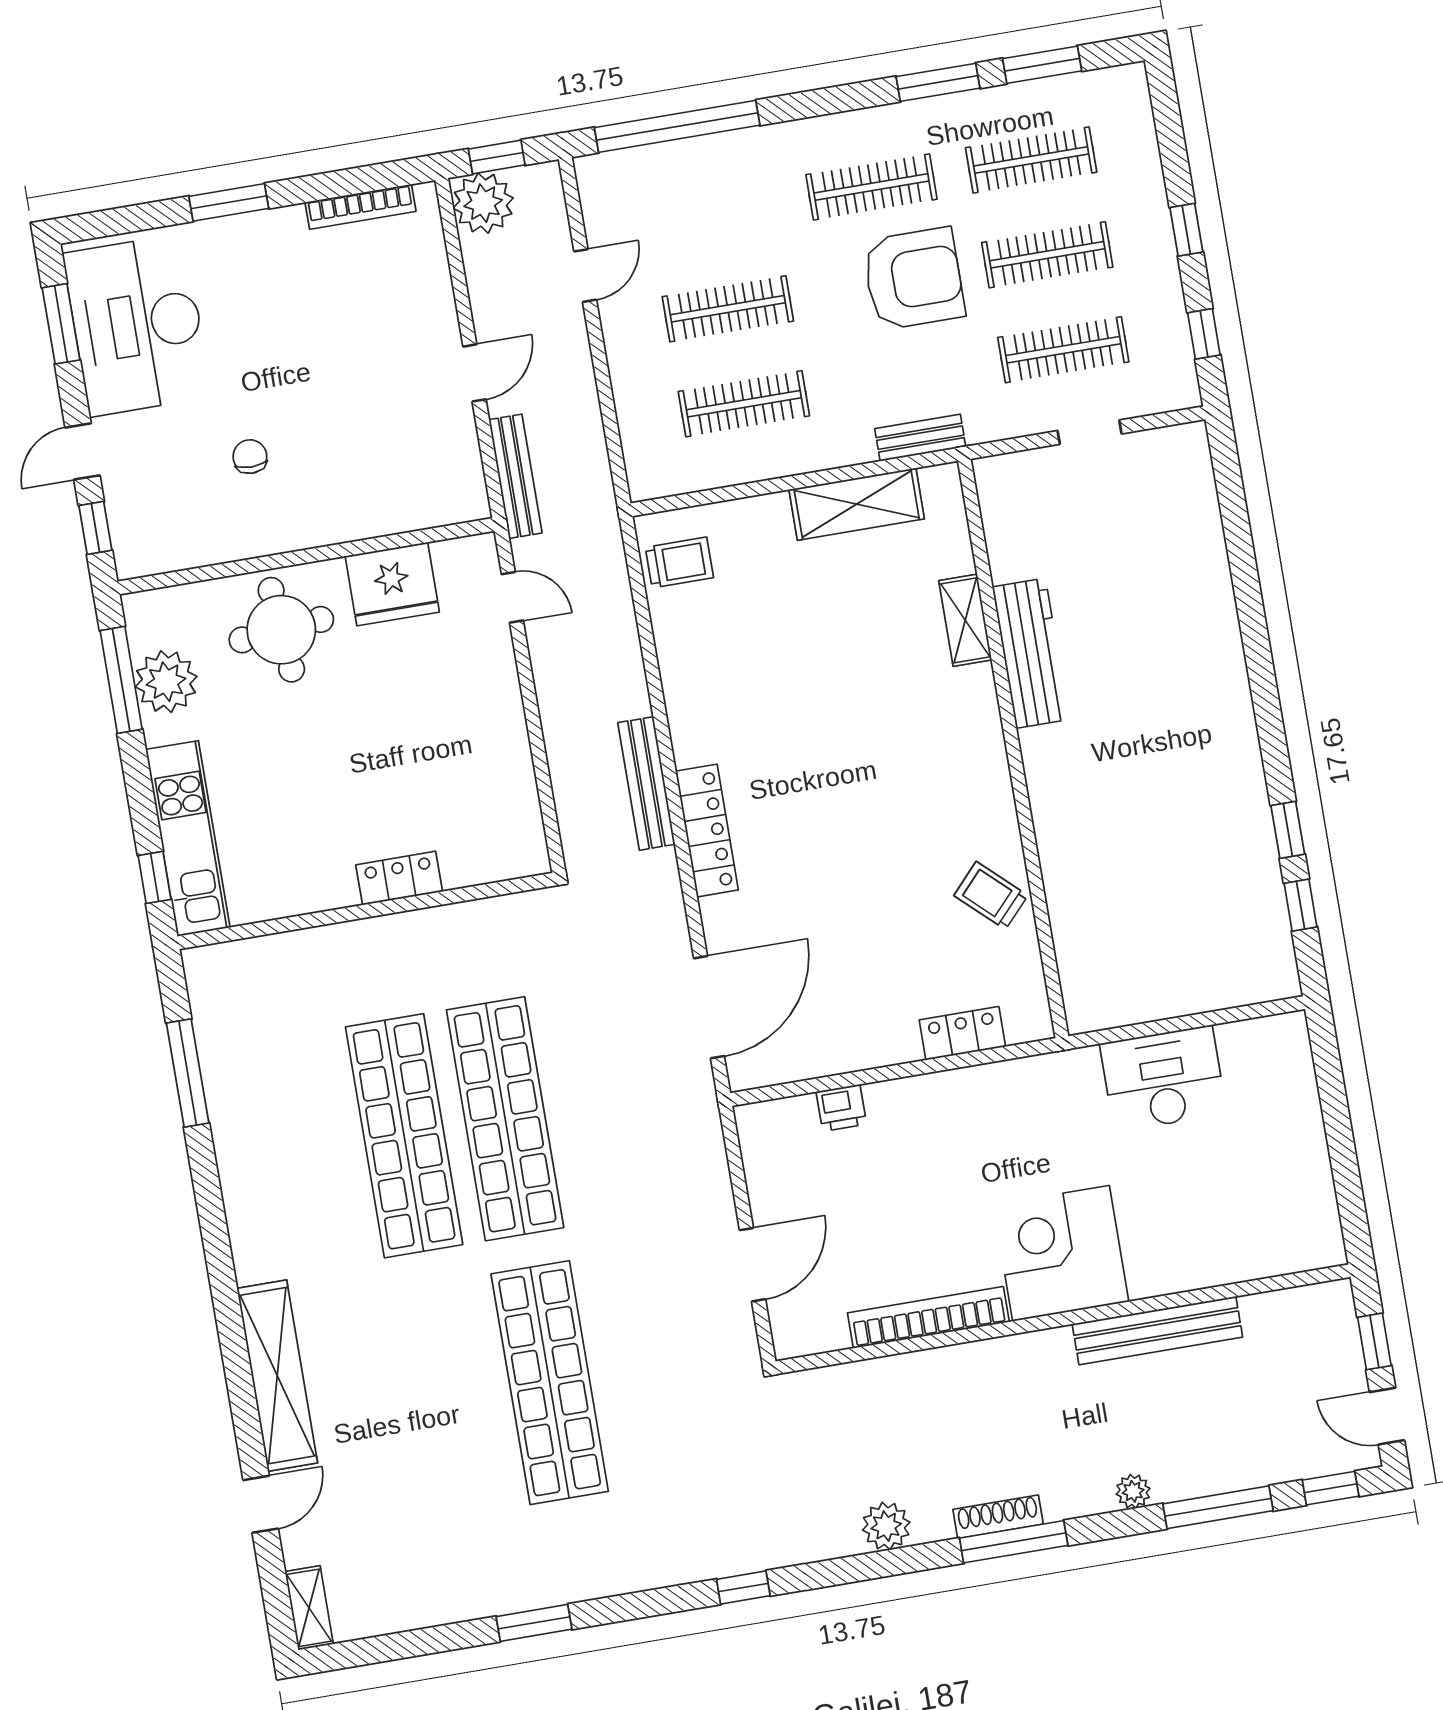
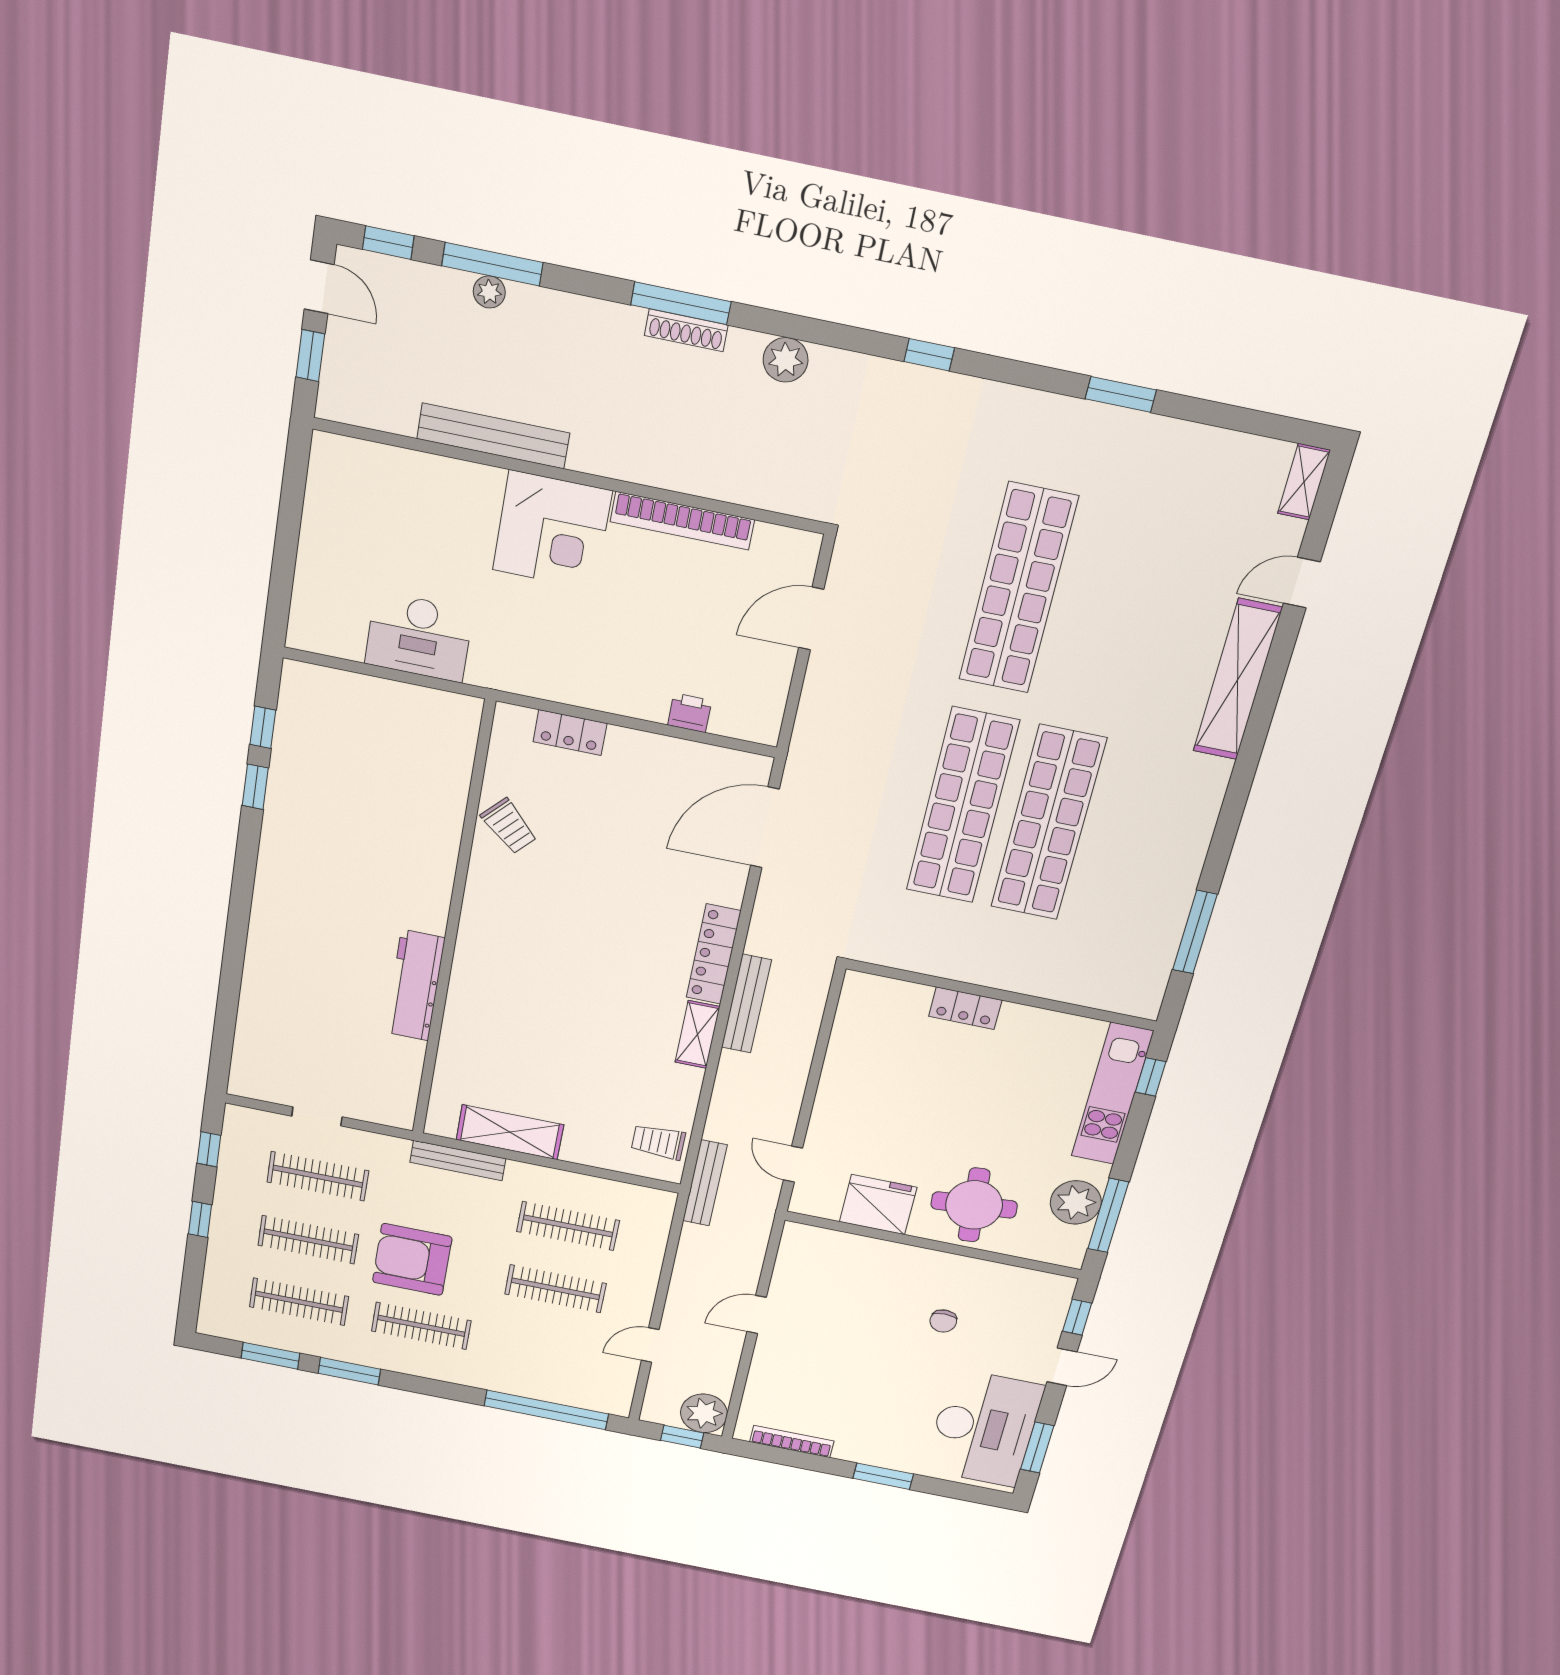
bench: (920, 438) -> (458, 1160), width x1.36
bench: (515, 476) -> (705, 1183), moved
shelving: (965, 620) -> (697, 1034), moved
plant: (1133, 1491) -> (489, 292), moved

